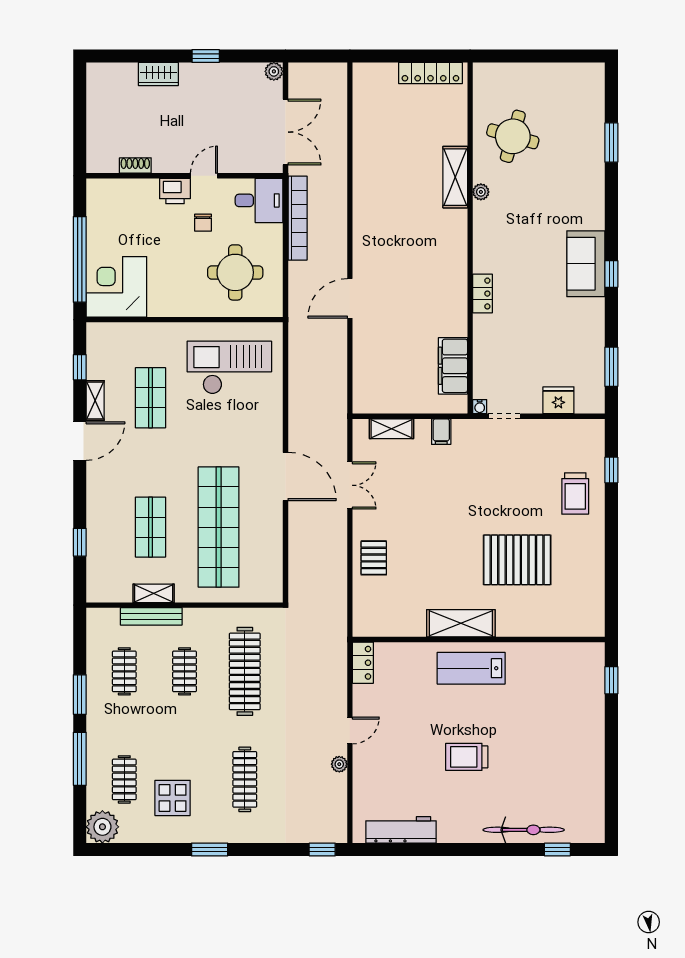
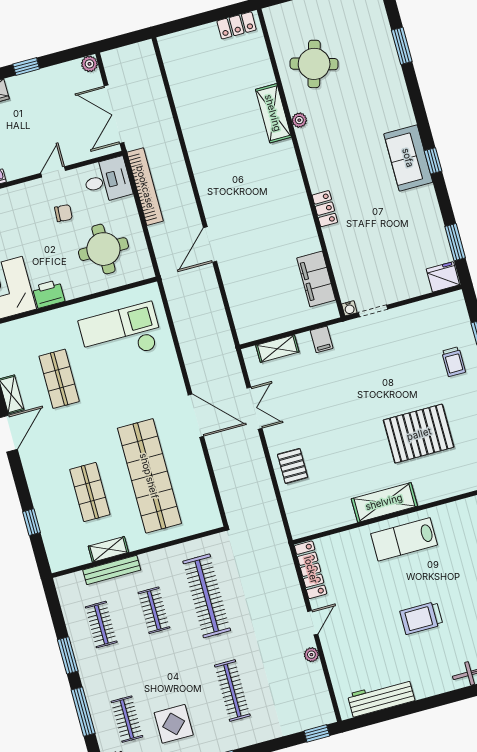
locker: (430, 73) -> (237, 25), width x0.66
double door: (285, 132) -> (114, 114), swing flipped
printer: (175, 191) -> (49, 294), moved, turned 180
chair: (203, 223) -> (63, 213), turned -86
fridge: (558, 400) -> (443, 277), moved
trolley: (575, 493) -> (454, 362), width x0.73, depth x0.72
locker: (363, 663) -> (311, 570), width x1.53

